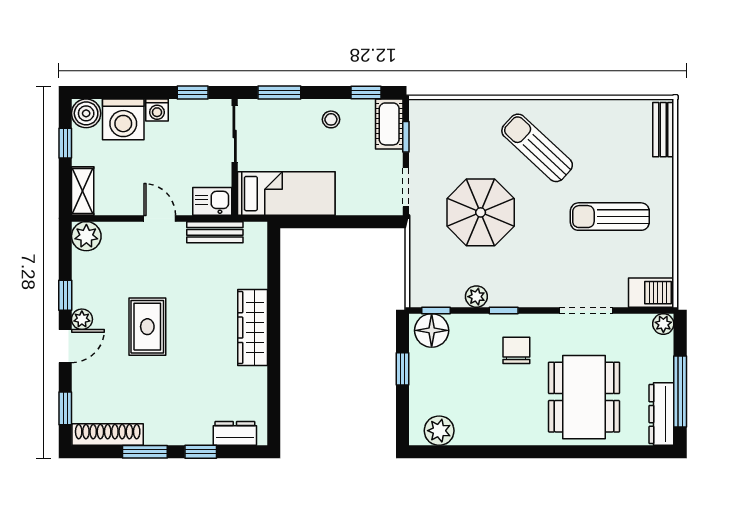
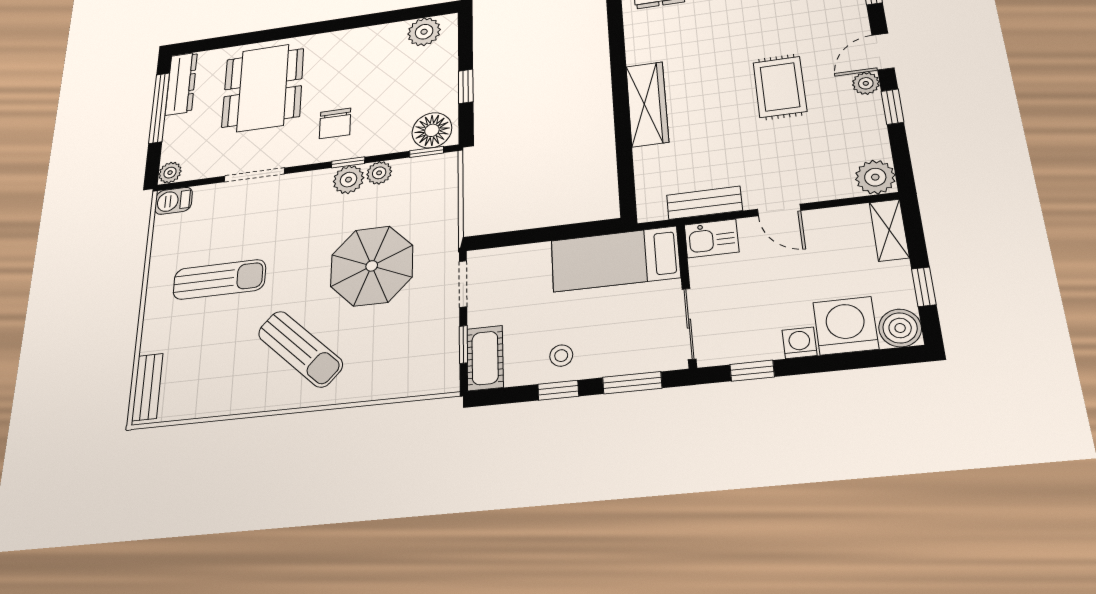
window: (366, 92) -> (558, 390), moved
barbecue: (651, 293) -> (174, 201), width x0.73, depth x0.79
plant: (503, 294) -> (348, 180), added

